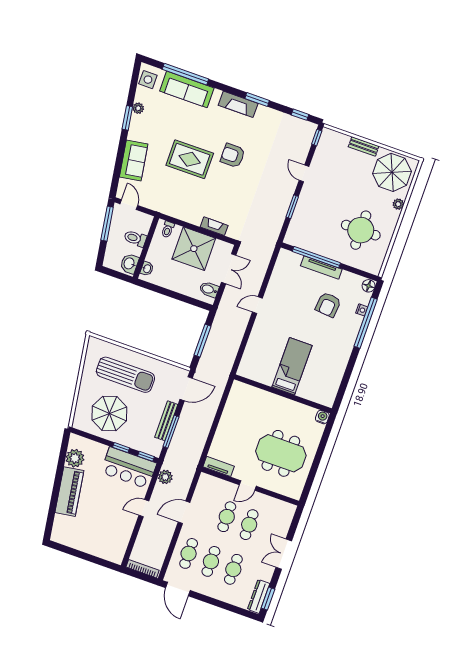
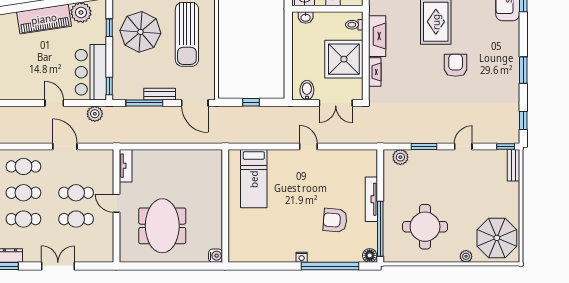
fireplace: (238, 104) -> (377, 36), moved, turned 180
bench: (364, 146) -> (513, 165), moved
plant: (294, 230) -> (400, 157), added
window: (316, 257) -> (380, 229), moved
nightstand: (362, 310) -> (302, 257), moved
window: (202, 341) -> (251, 102), width x0.46
bed: (292, 366) -> (254, 179), moved, turned 90
bench: (166, 421) -> (160, 94), width x0.73
window: (121, 448) -> (109, 28), moved

